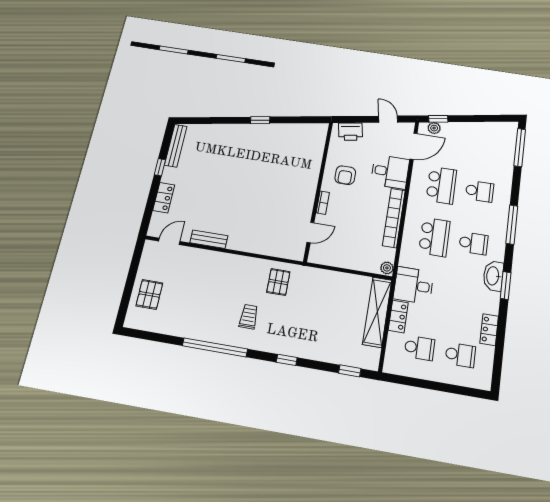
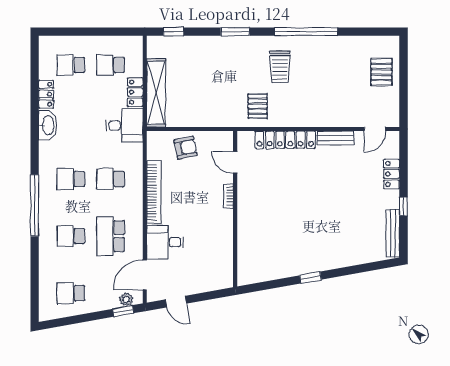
printer: (351, 132) -> (213, 280), removed
school desk: (485, 141) -> (71, 293), added
window: (520, 148) -> (35, 292), removed
armchair: (345, 175) -> (186, 148), moved, turned 78
window: (512, 225) -> (35, 205), width x1.46
door: (310, 232) -> (235, 162), hinge flipped
school desk: (434, 237) -> (111, 179), width x0.54
locker: (258, 246) -> (285, 140), added
plant: (387, 268) -> (153, 139), removed
washbasin: (493, 276) -> (48, 125), moved
window: (506, 285) -> (35, 141), removed
trolley: (249, 317) -> (280, 67), width x1.36, depth x1.39
window: (287, 360) -> (235, 32), width x1.50

